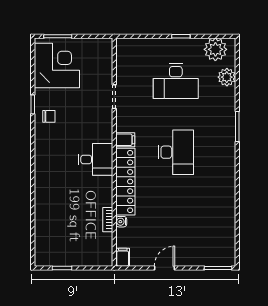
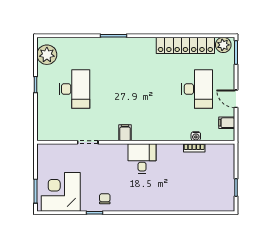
plant: (227, 77) -> (223, 45), moved
desk: (176, 152) -> (197, 89), moved, turned 90
locker: (125, 182) -> (185, 45), moved, turned 180
filing cabinet: (123, 257) -> (227, 123), moved

